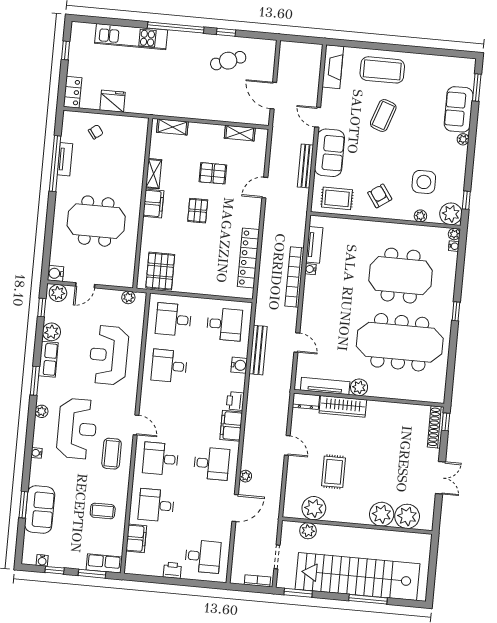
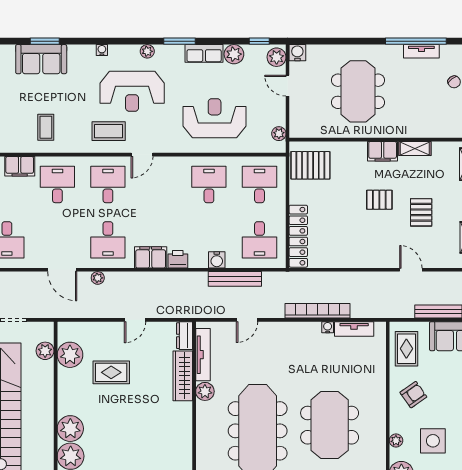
locker: (248, 258) -> (298, 236), moved, turned 90

